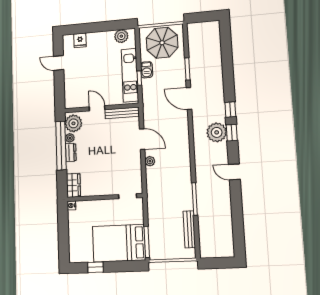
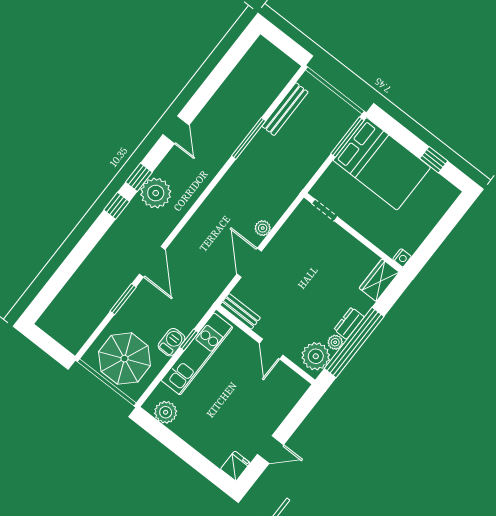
fridge: (80, 40) -> (235, 466), moved
door: (59, 63) -> (271, 449), hinge flipped
bench: (122, 113) -> (240, 311), width x0.73

